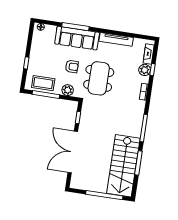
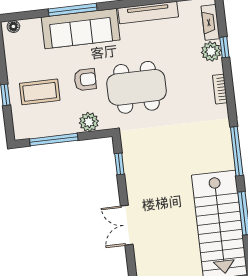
dining table: (99, 78) -> (137, 87), turned 90
coffee table: (43, 83) -> (40, 92), moved
double door: (73, 152) -> (127, 225), width x0.54

